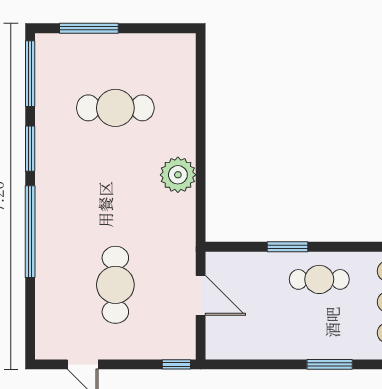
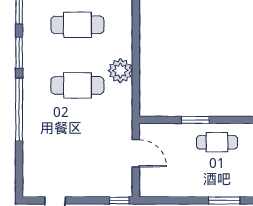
cafe table: (115, 285) -> (77, 85), moved, turned 90

